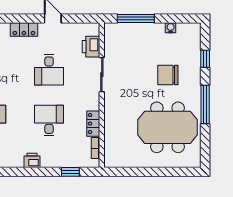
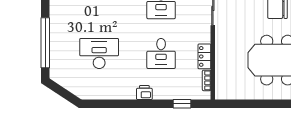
desk: (49, 121) -> (161, 53), turned 180

